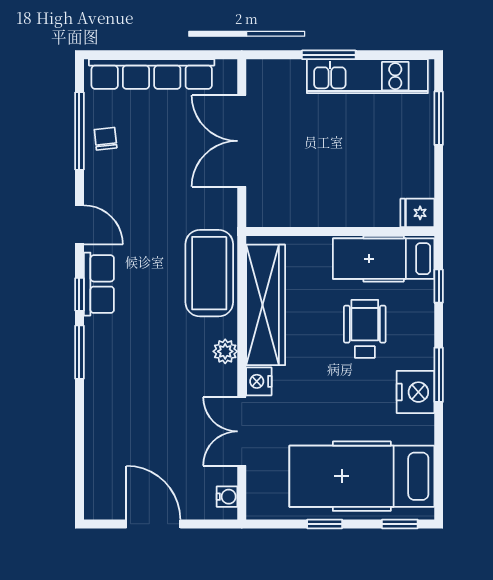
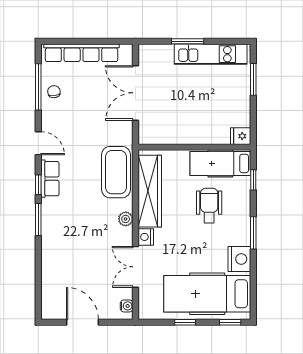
nightstand: (415, 392) -> (239, 259), moved

